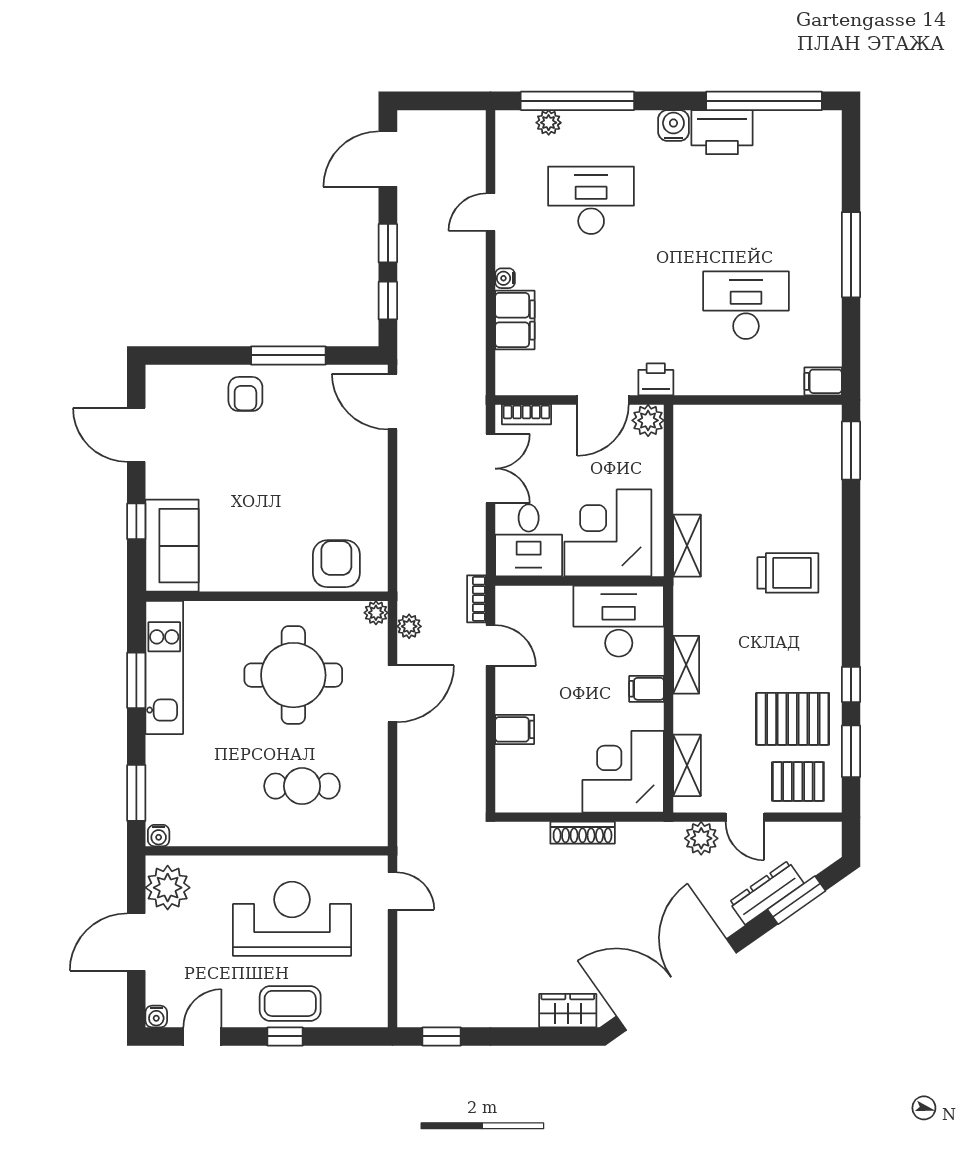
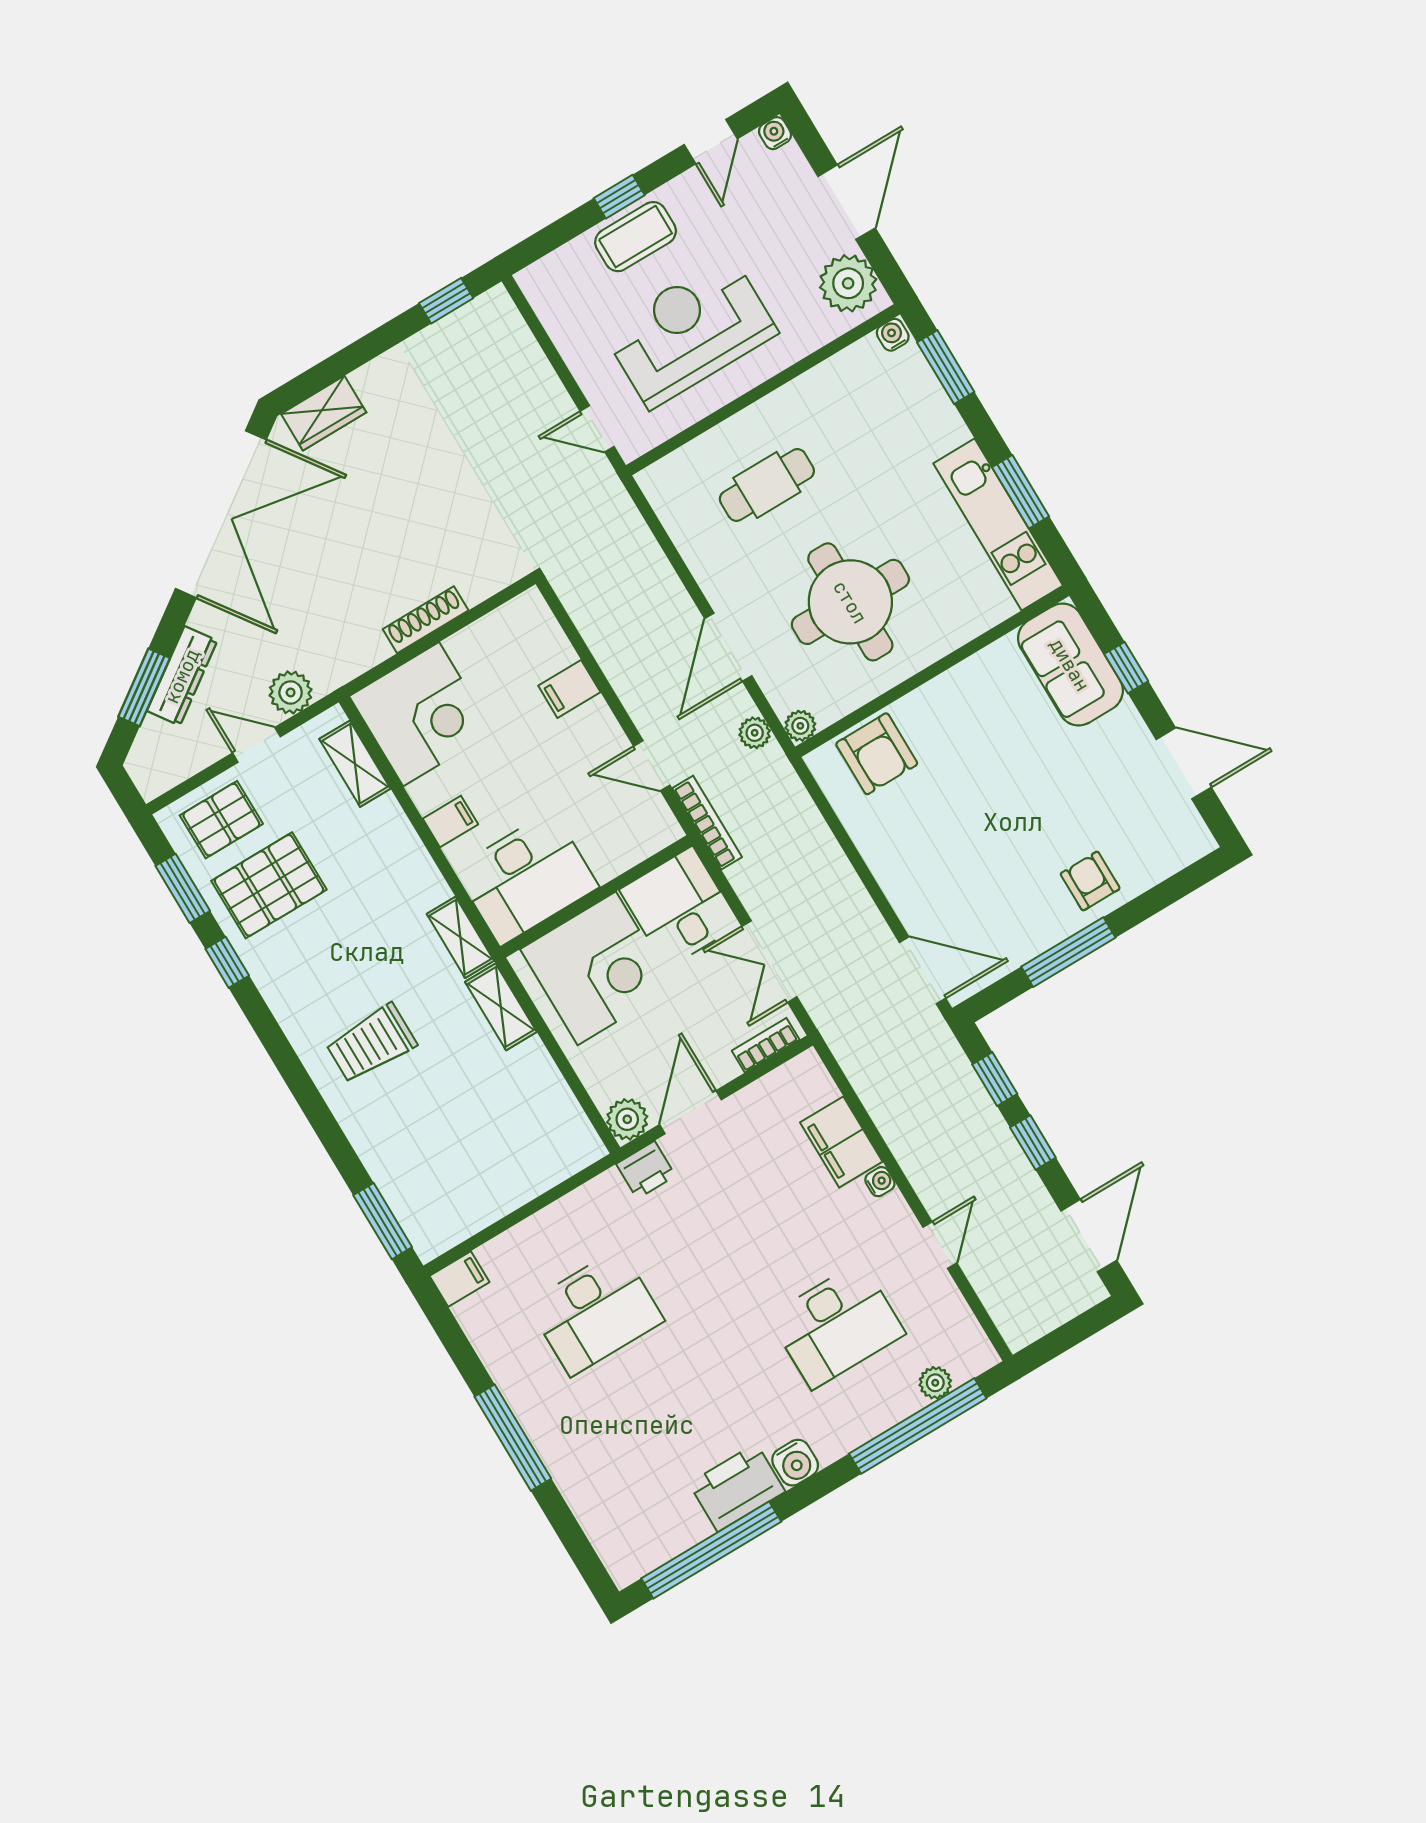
bookcase: (477, 599) -> (707, 823), width x1.56
shelving: (686, 665) -> (460, 937), moved
reception desk: (292, 919) -> (690, 331), turned 180

